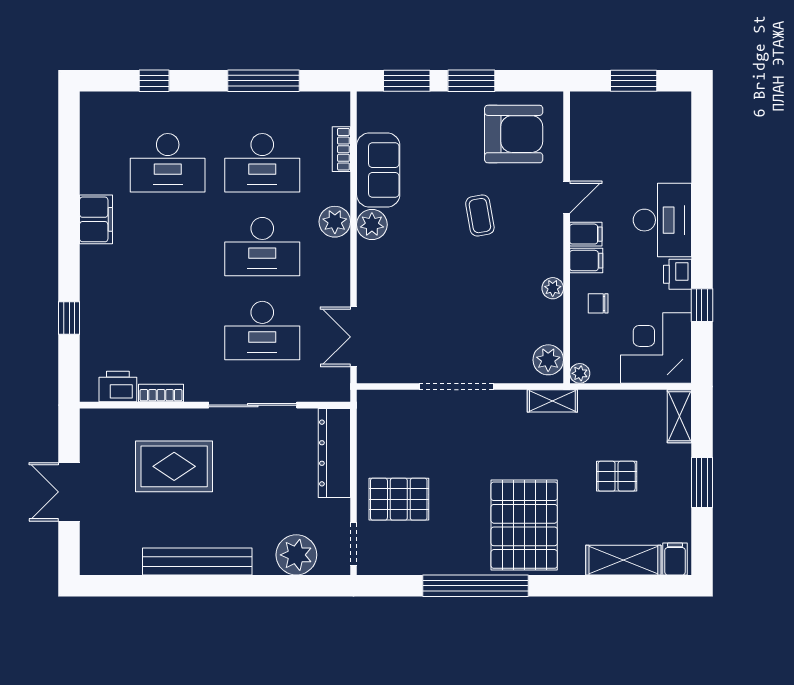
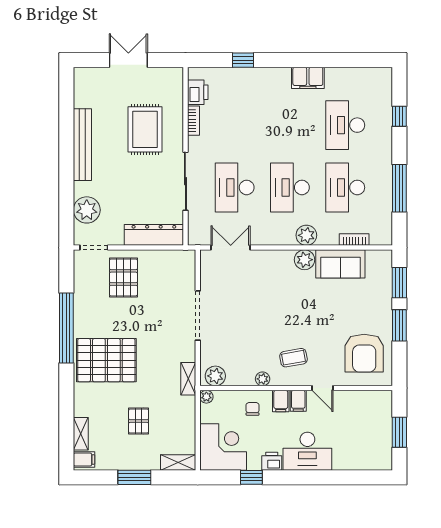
coffee table: (480, 216) -> (293, 358), moved
shelving: (623, 560) -> (81, 434), width x0.67, depth x0.75

